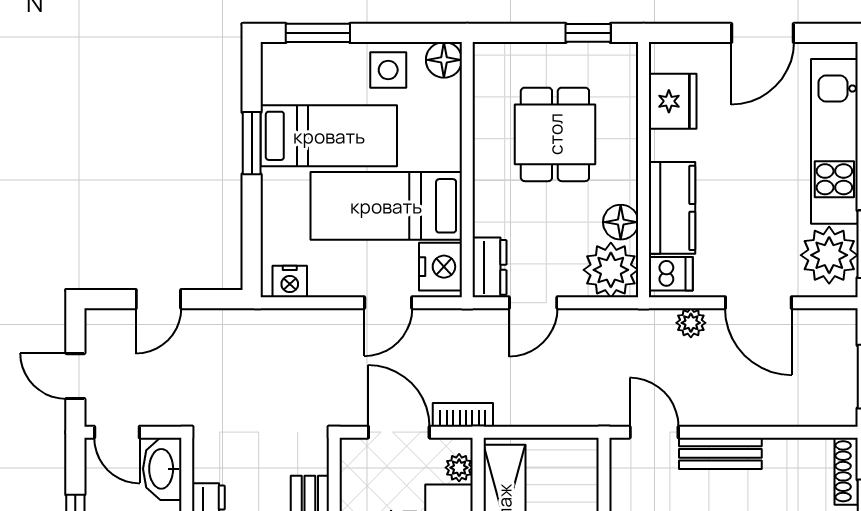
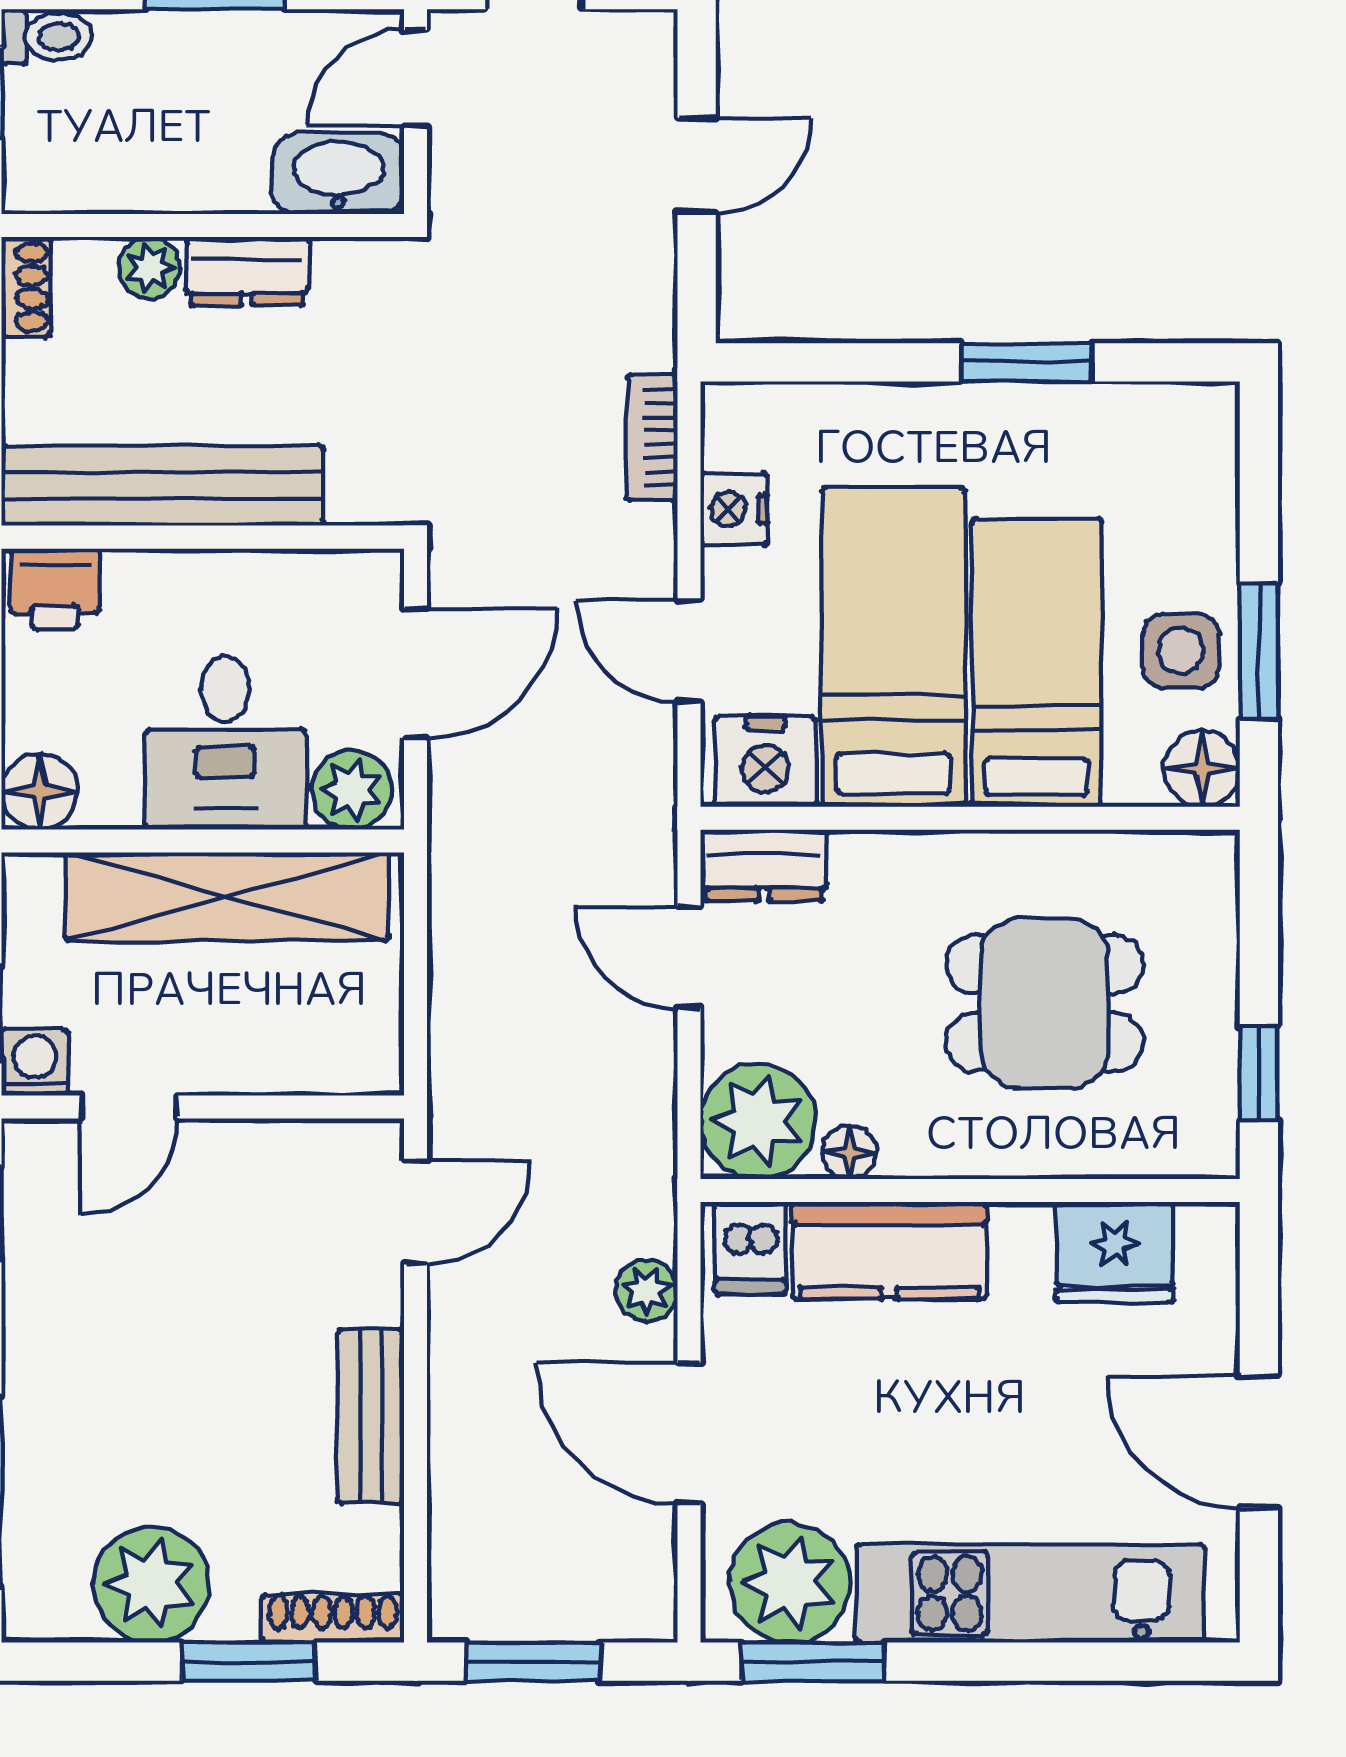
window: (318, 33) -> (1259, 651), moved
bed: (329, 136) -> (1037, 663), moved, turned 180
floor lamp: (621, 222) -> (849, 1152), width x0.73, depth x0.73
nightstand: (290, 281) -> (734, 509), moved
door: (158, 299) -> (697, 166), swing flipped
door: (758, 303) -> (689, 1433), hinge flipped
bookcase: (463, 415) -> (652, 438), moved, turned 180
bench: (720, 453) -> (371, 1416), moved
plant: (459, 468) -> (351, 790), width x1.38, depth x1.38

